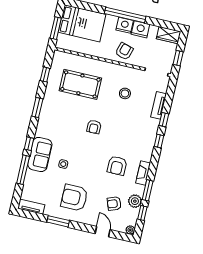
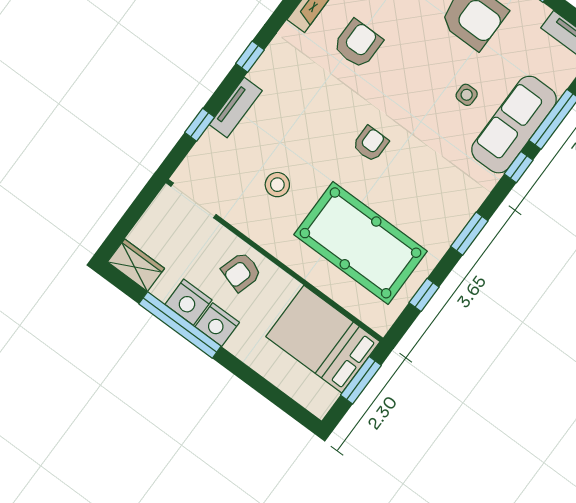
window: (125, 15) -> (180, 325), moved
bed: (82, 23) -> (323, 339), moved
window: (178, 58) -> (137, 210), removed
pool table: (80, 84) -> (360, 243), width x1.36, depth x1.32
tv unit: (159, 105) -> (236, 108), moved
window: (164, 120) -> (200, 125), moved
sofa: (40, 154) -> (514, 125), width x1.36

